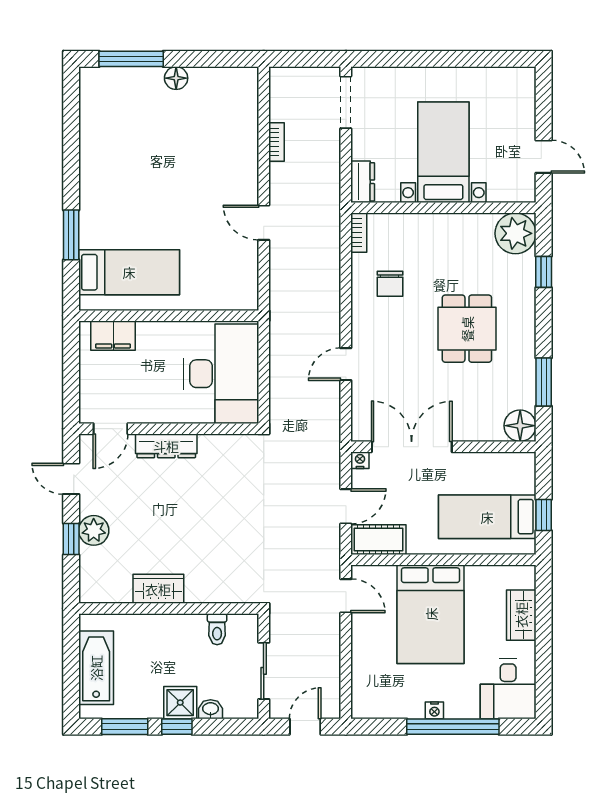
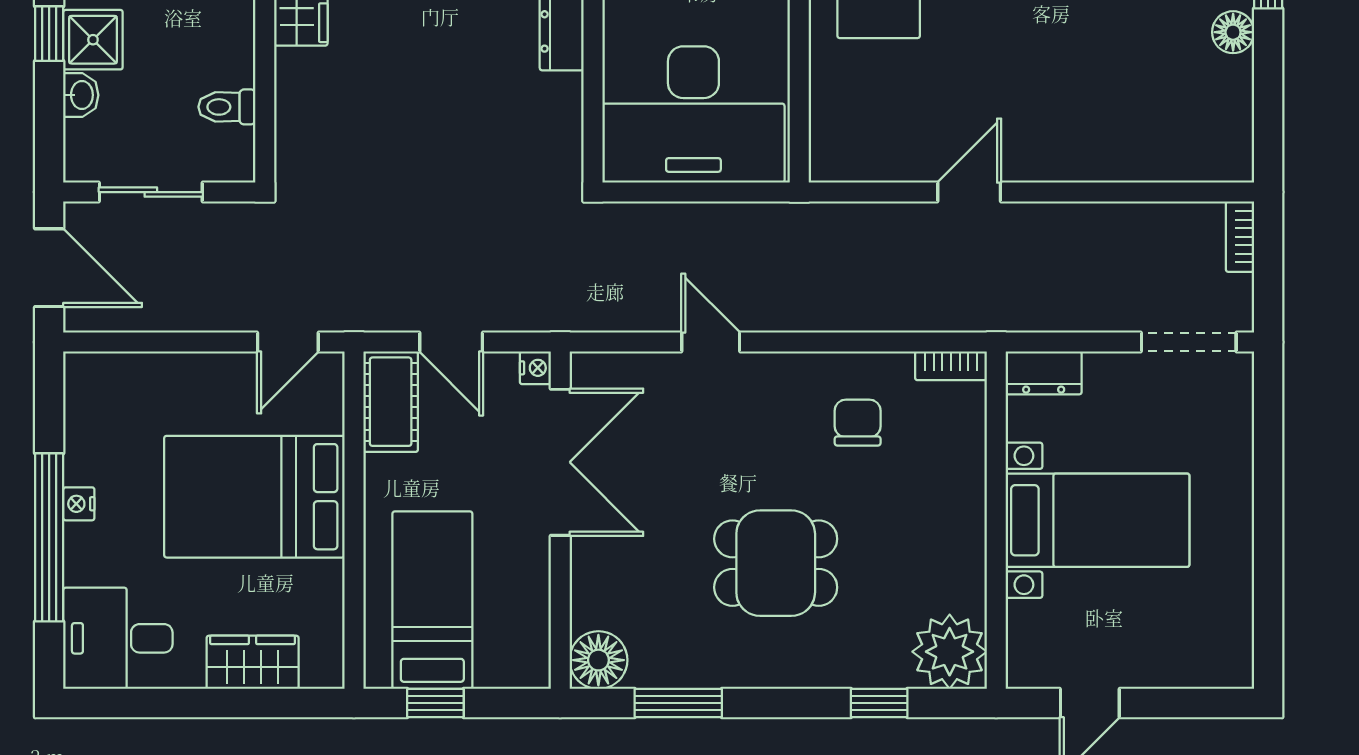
bookcase: (277, 142) -> (1240, 237), moved, turned 90
chair: (390, 284) -> (858, 423), turned 90
door: (305, 727) -> (49, 268), width x1.38

